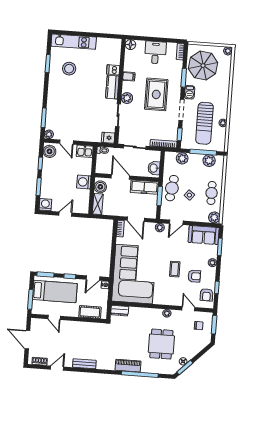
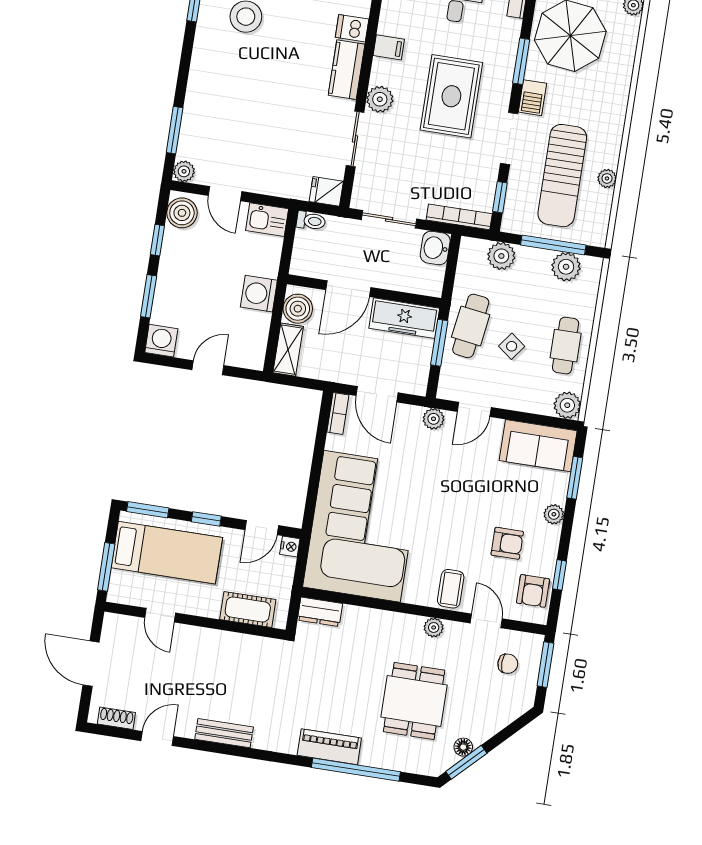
washbasin: (154, 168) -> (435, 248), moved
door: (120, 177) -> (348, 289), swing flipped
coffee table: (175, 269) -> (451, 589), moved

